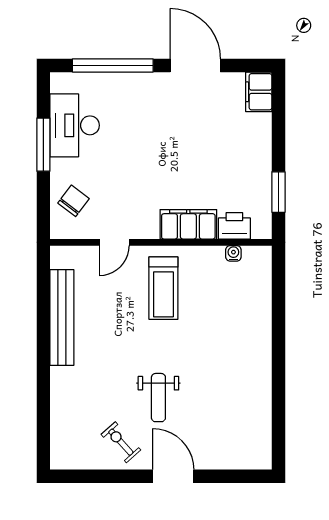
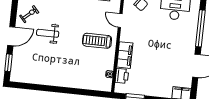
window: (232, 476) -> (8, 63), added

